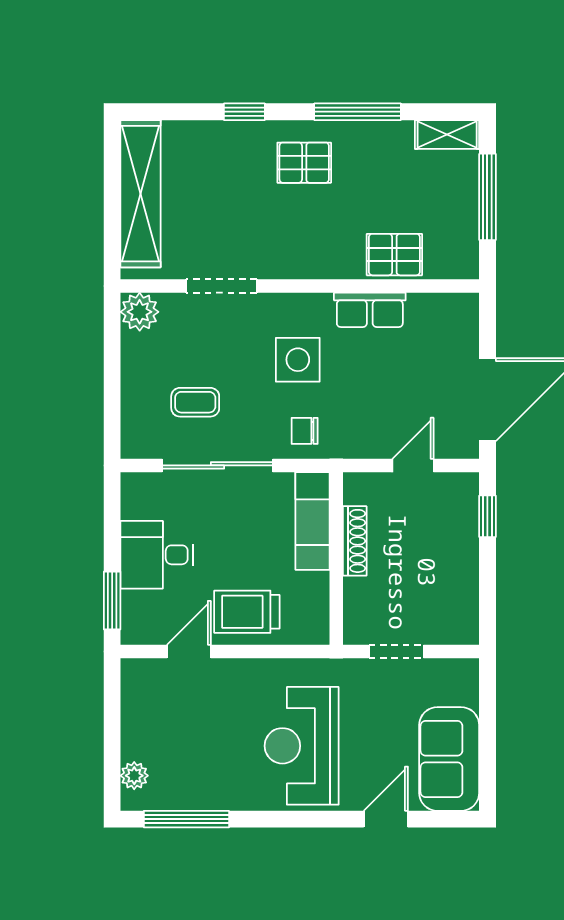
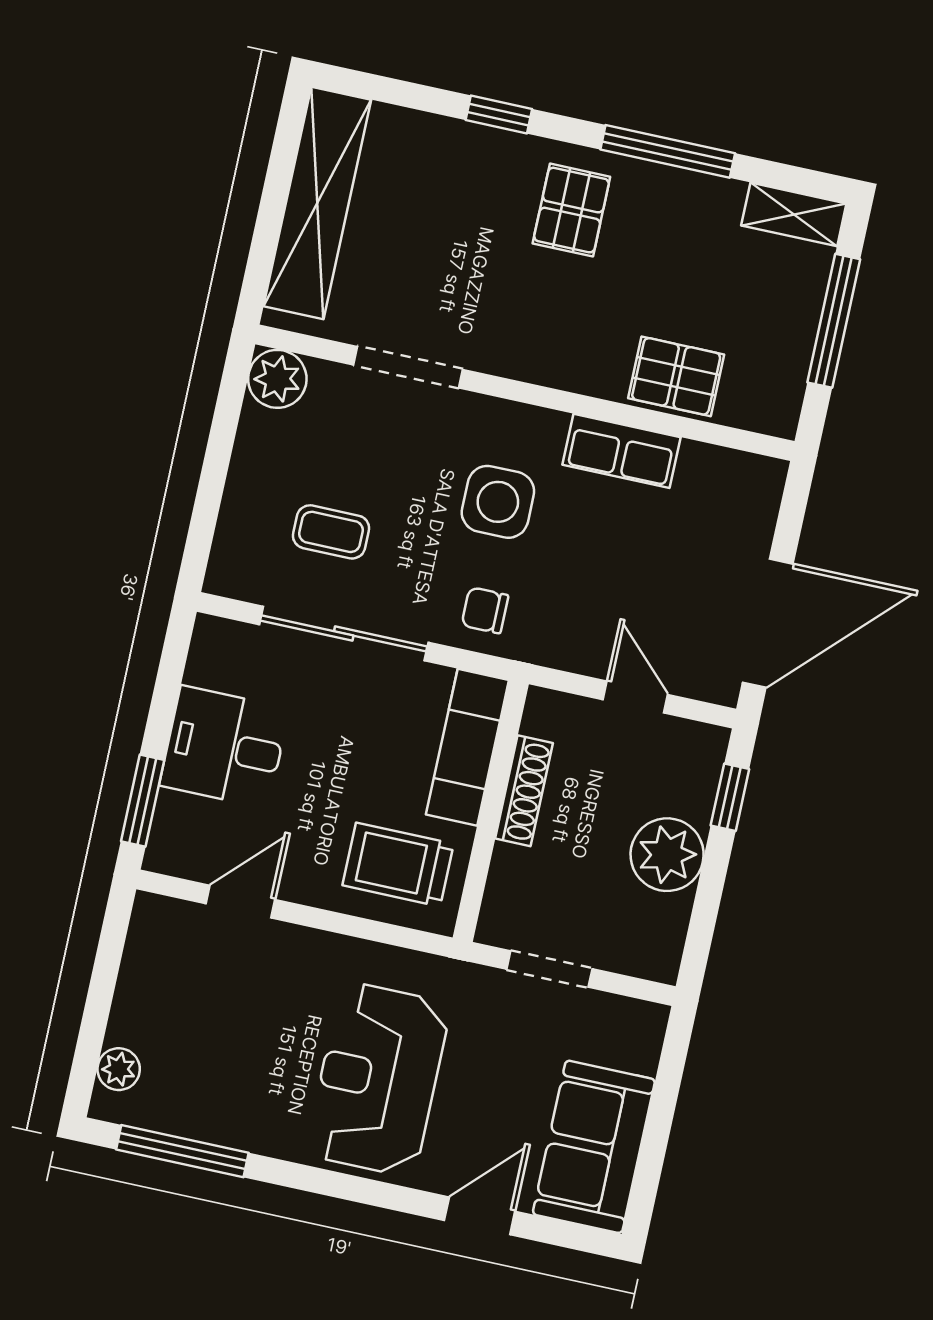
pallet: (304, 163) -> (571, 210), turned 90
door: (413, 465) -> (635, 697), hinge flipped
plant: (455, 562) -> (667, 855), added
trolley: (247, 612) -> (398, 865), moved

